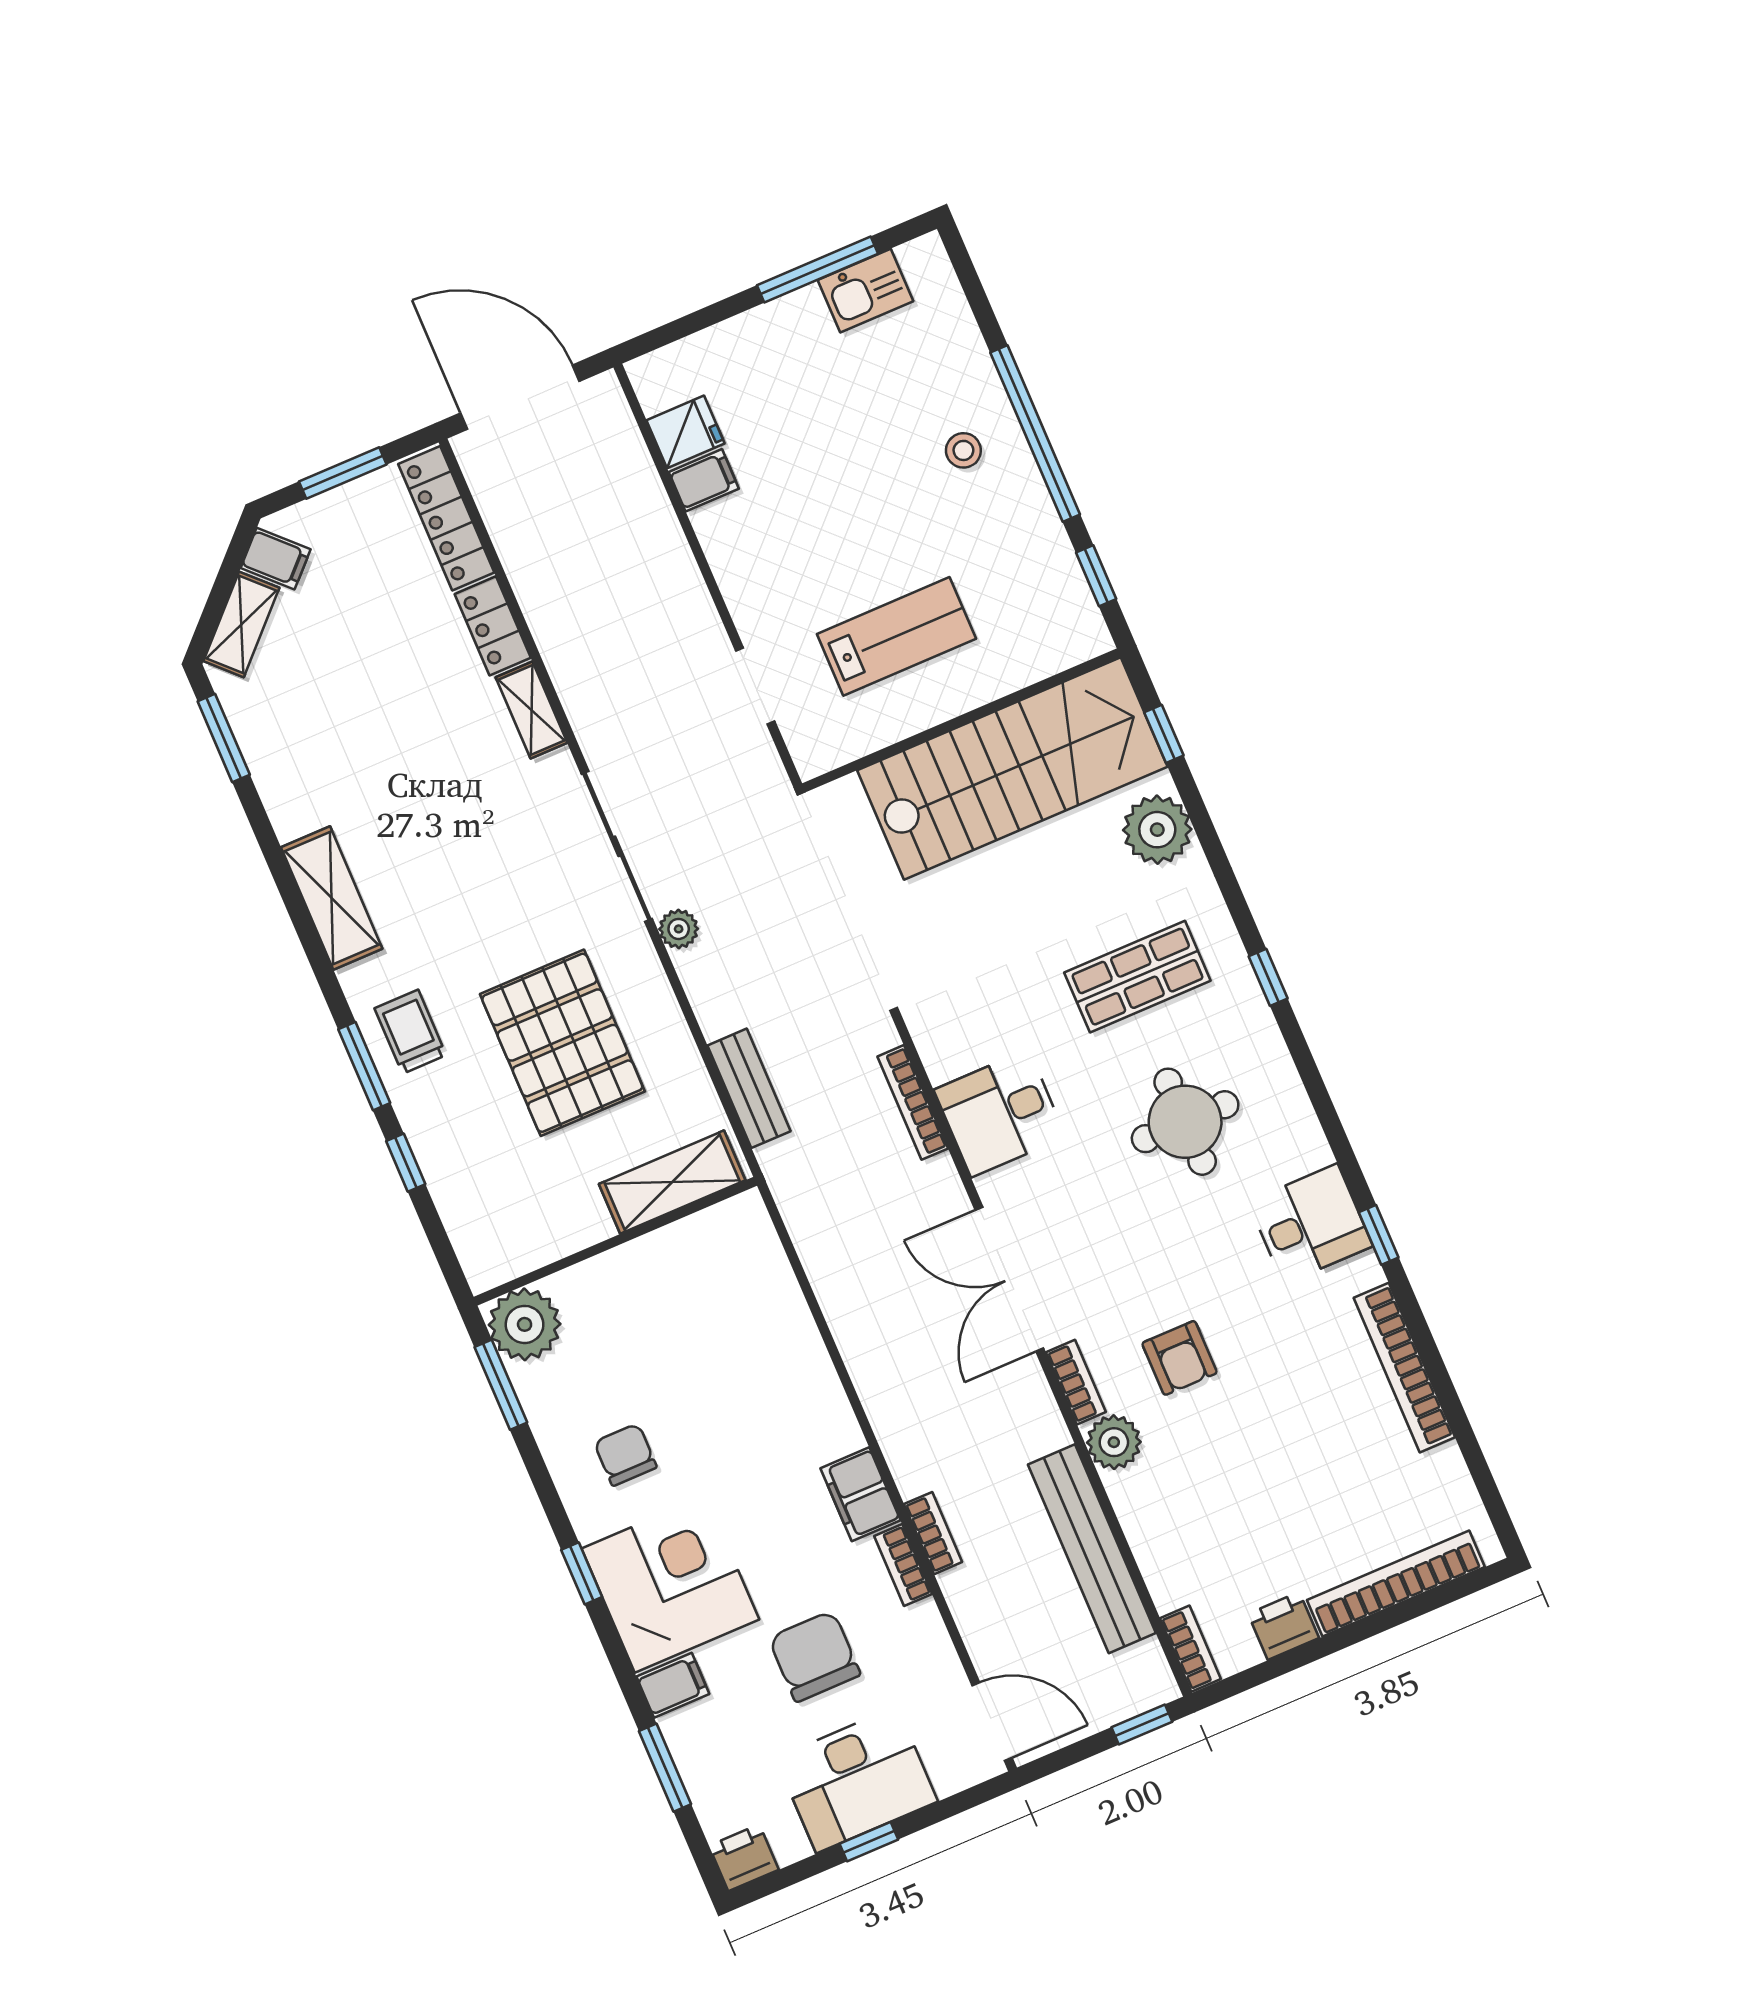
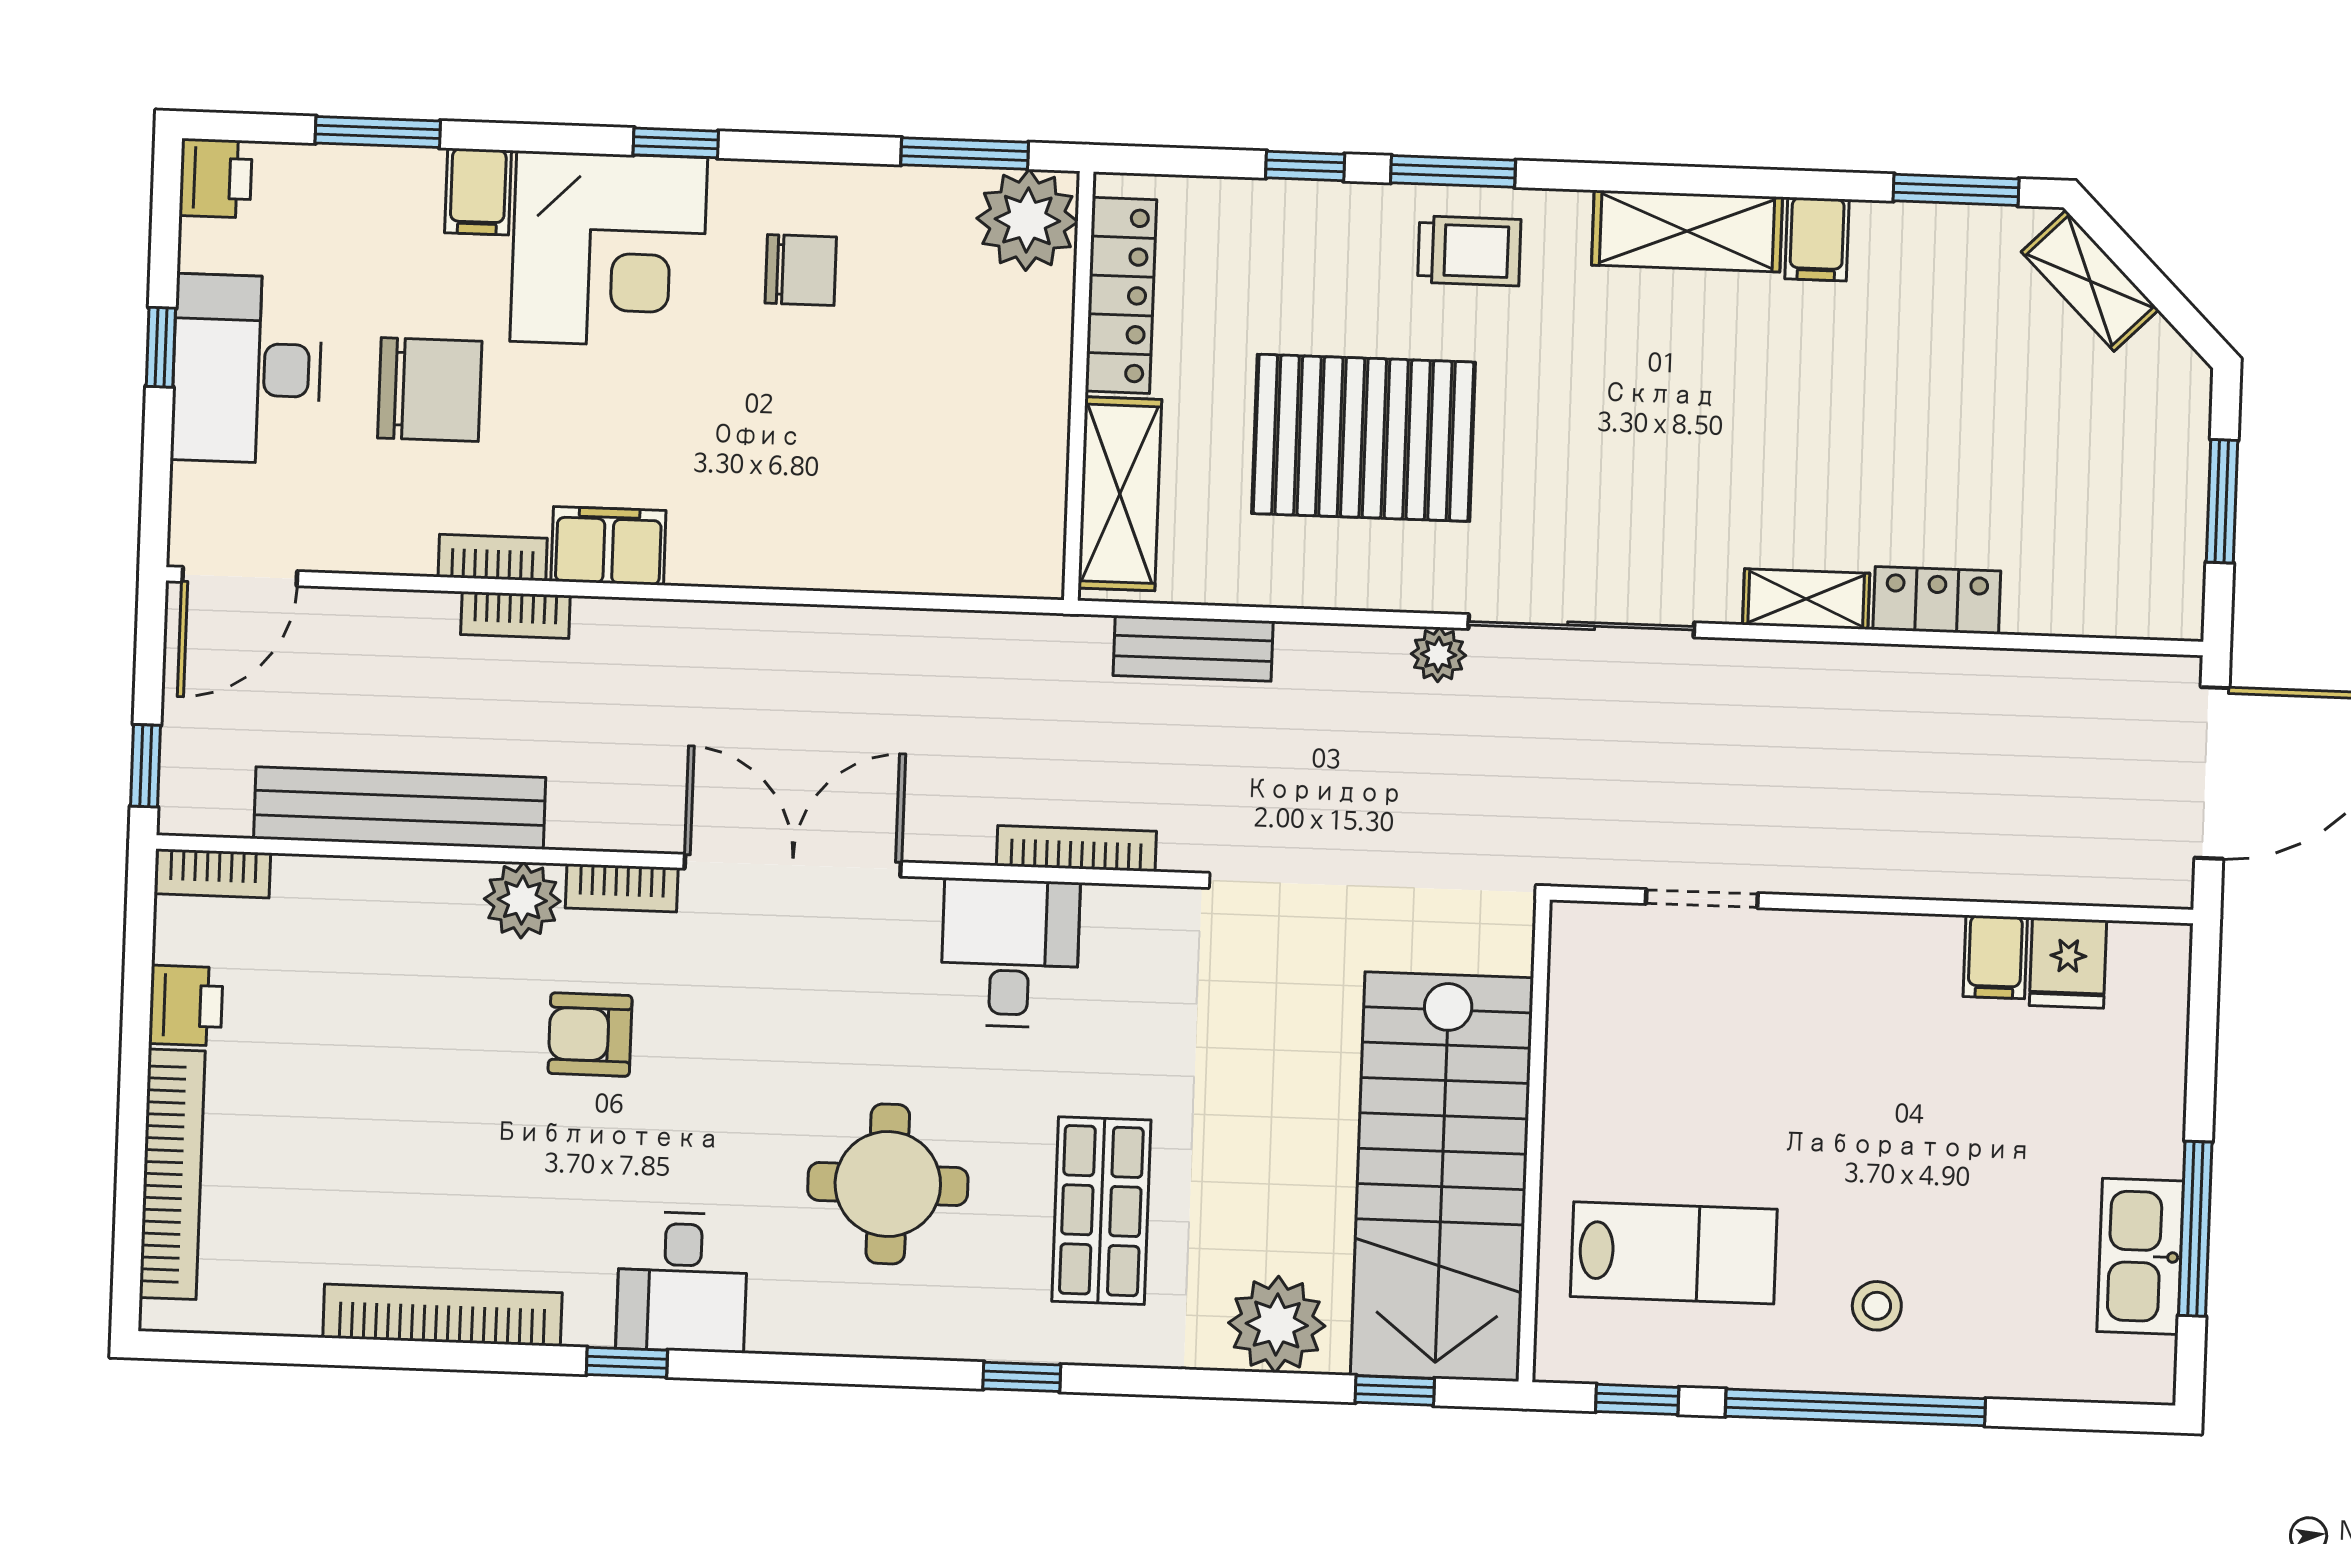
kitchen sink: (866, 291) -> (2140, 1256), width x1.38
locker: (446, 518) -> (1121, 295), moved, turned 90
filing cabinet: (276, 559) -> (1817, 239), moved, turned -45
lab bench: (896, 636) -> (1674, 1253), moved, turned -90

